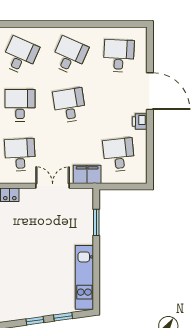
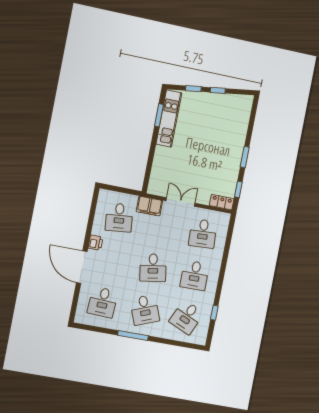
window: (77, 24) -> (133, 336), added
desk: (69, 56) -> (145, 310), turned -45
double door: (53, 186) -> (181, 202), swing flipped
window: (96, 222) -> (159, 115), moved

